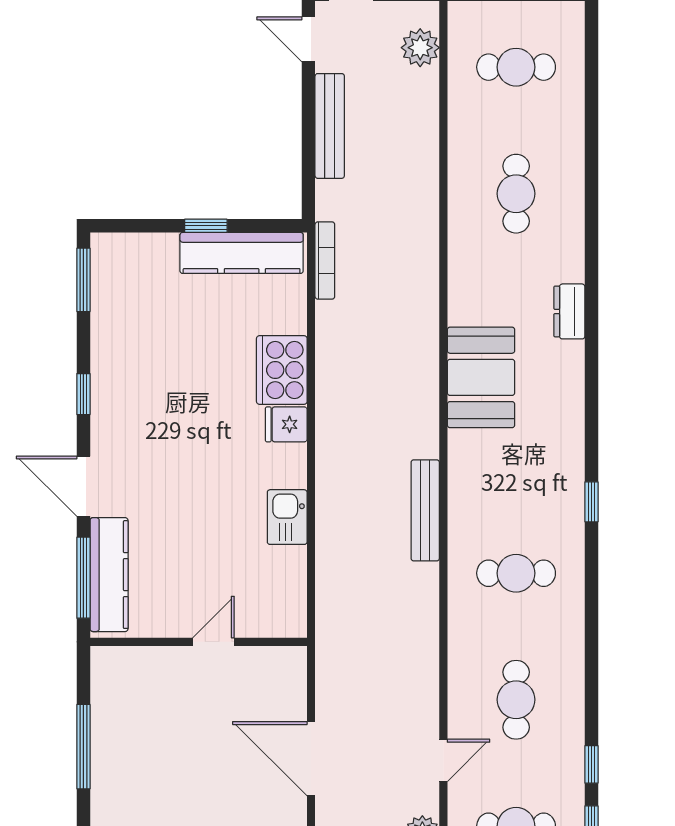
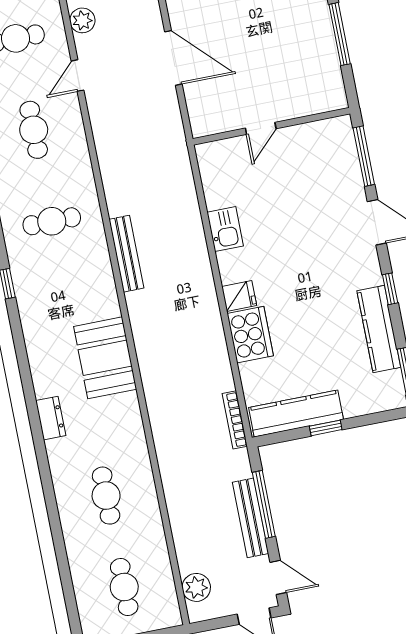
cafe table: (516, 67) -> (124, 587), turned 90
window: (308, 140) -> (264, 504), added
kitchen counter: (109, 575) -> (379, 329), moved

